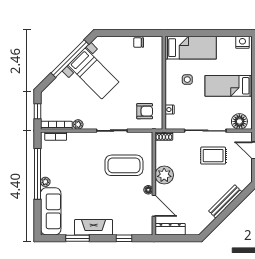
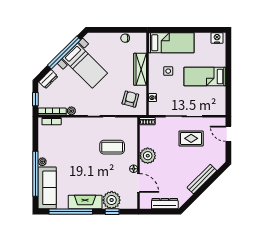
wardrobe: (156, 78) -> (140, 69), added
dresser: (52, 89) -> (48, 79), added
armchair: (145, 111) -> (130, 99), turned -75
floor lamp: (239, 121) -> (214, 108), removed
coffee table: (124, 165) -> (112, 147), width x0.73, depth x0.76
window: (37, 174) -> (35, 174), moved
plant: (123, 225) -> (112, 200), added
dresser: (170, 229) -> (165, 204), moved
window: (78, 238) -> (71, 212), width x2.11

